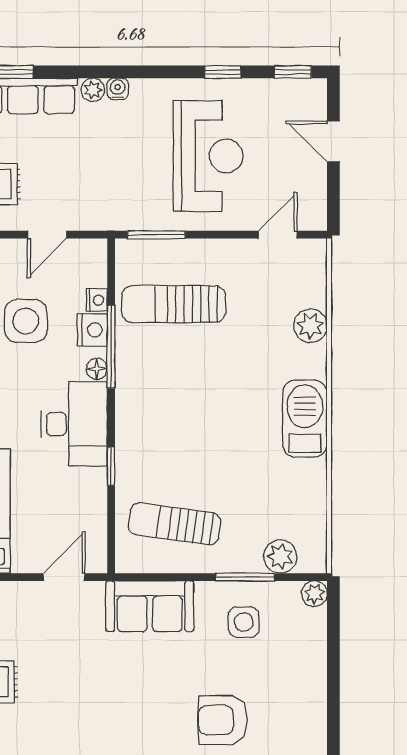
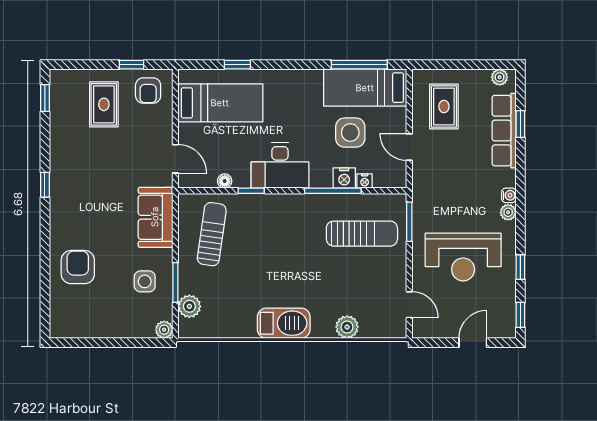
plant: (93, 90) -> (508, 212), moved
sun lounger: (174, 304) -> (362, 234), turned 90
floor lamp: (97, 369) -> (225, 181), moved

